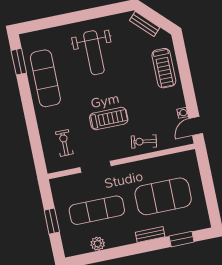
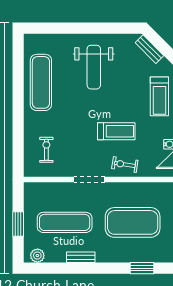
window: (19, 62) -> (18, 61), removed
treadmill: (109, 119) -> (116, 131), moved
doorway: (96, 167) -> (89, 179), moved
bench: (150, 235) -> (81, 257), moved
plant: (98, 244) -> (37, 256), moved

